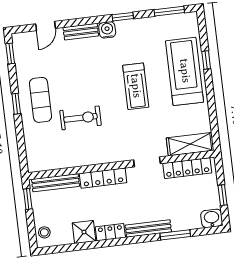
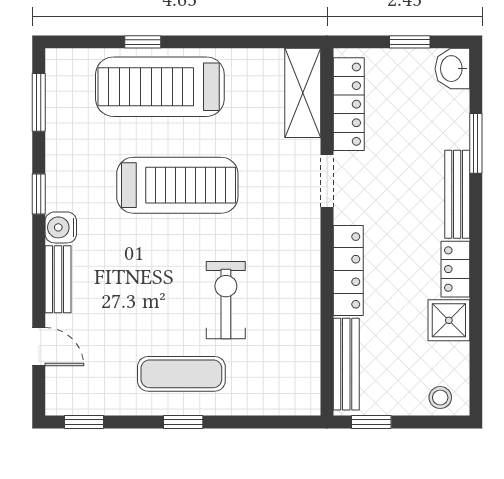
treadmill: (136, 86) -> (177, 185), width x1.37, depth x1.38

